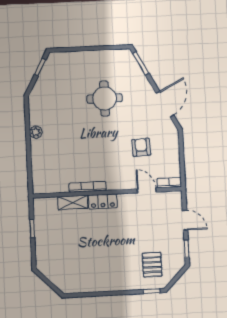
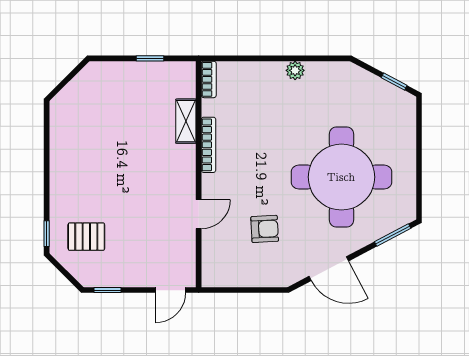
round table: (105, 99) -> (341, 177), width x1.86, depth x1.86
bookcase: (169, 183) -> (209, 79), moved
door: (147, 190) -> (199, 214), moved
locker: (103, 202) -> (185, 167), removed
door: (185, 220) -> (170, 290), moved

